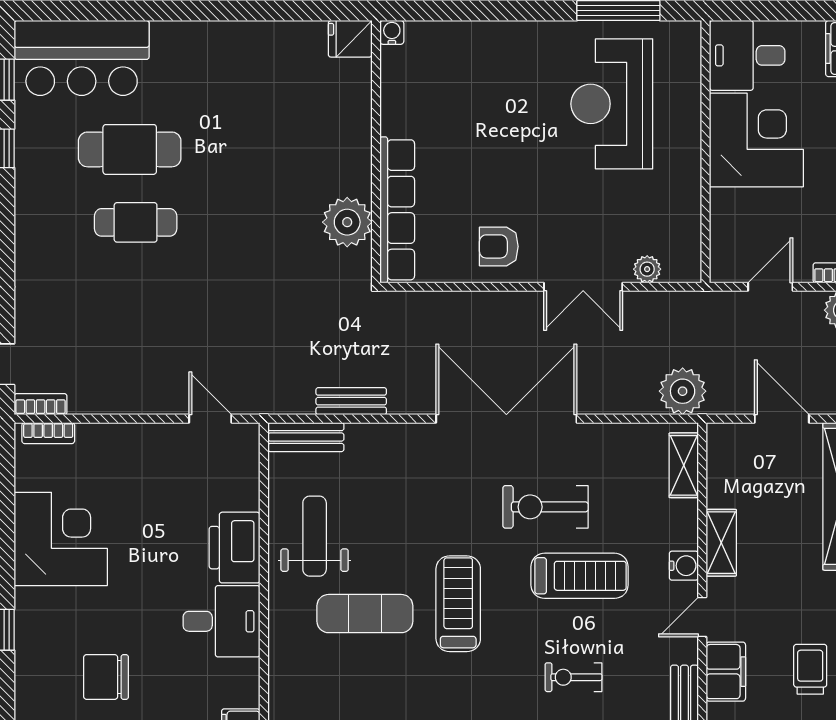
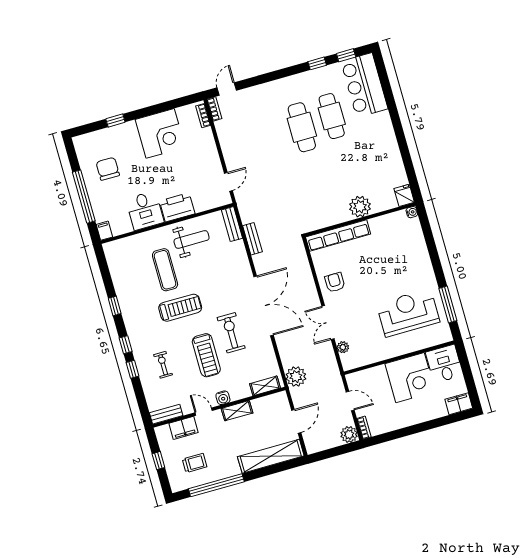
cafe table: (136, 222) -> (302, 127), width x1.37, depth x1.35
plant: (347, 222) -> (360, 207), moved

